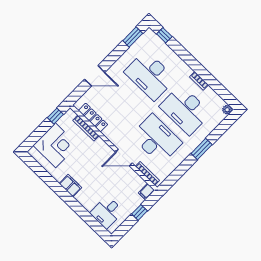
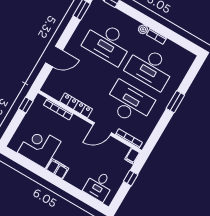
plant: (227, 110) -> (143, 29), moved
locker: (93, 117) -> (76, 105), moved
corner desk: (55, 145) -> (39, 147), moved, turned -90

